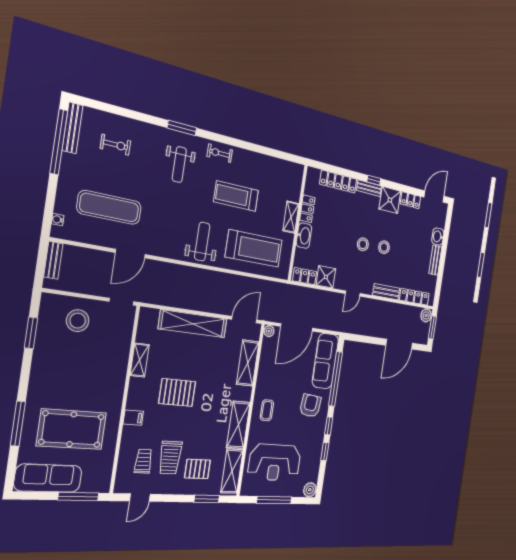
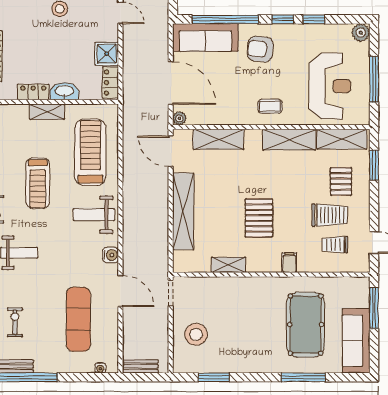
water cooler: (165, 250) -> (111, 255), added

